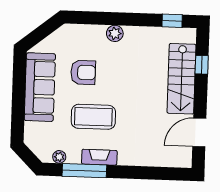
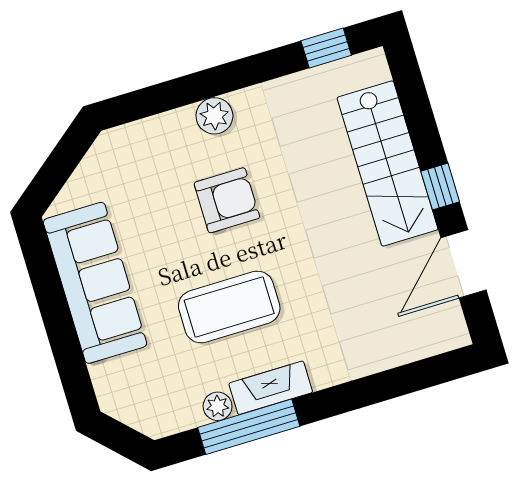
window: (202, 65) -> (440, 187), moved
armchair: (83, 72) -> (227, 200), moved
plant: (59, 157) -> (218, 406), moved

